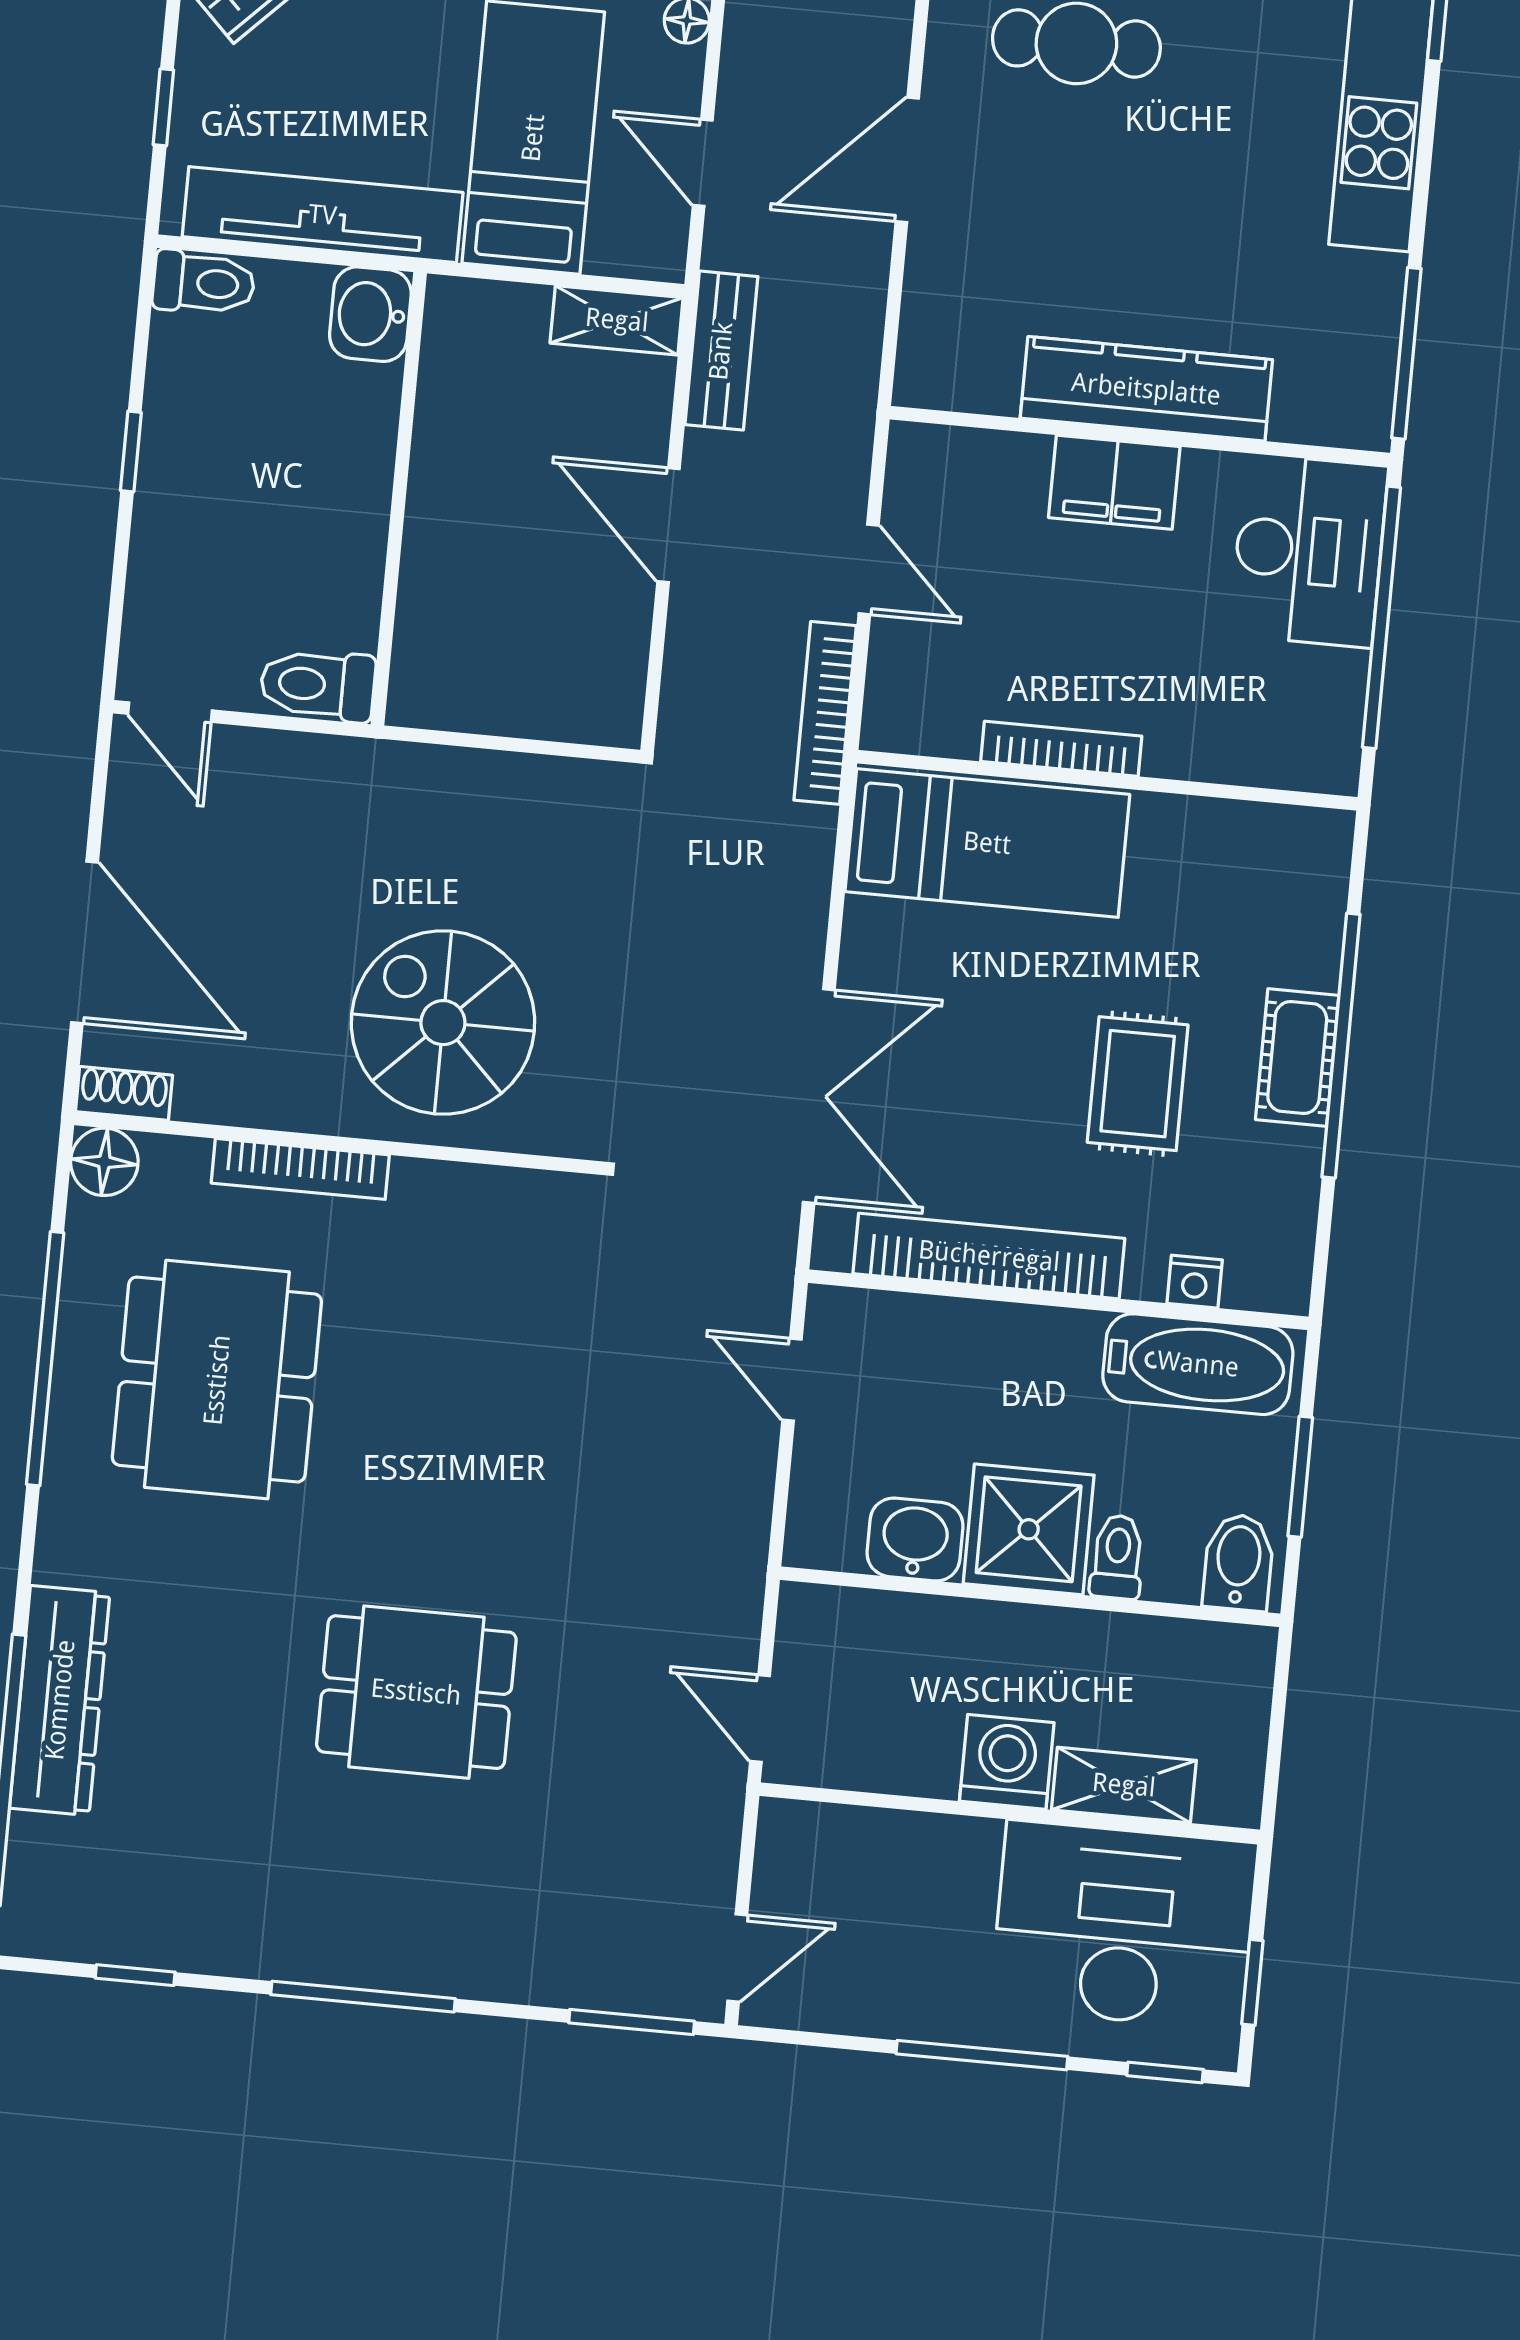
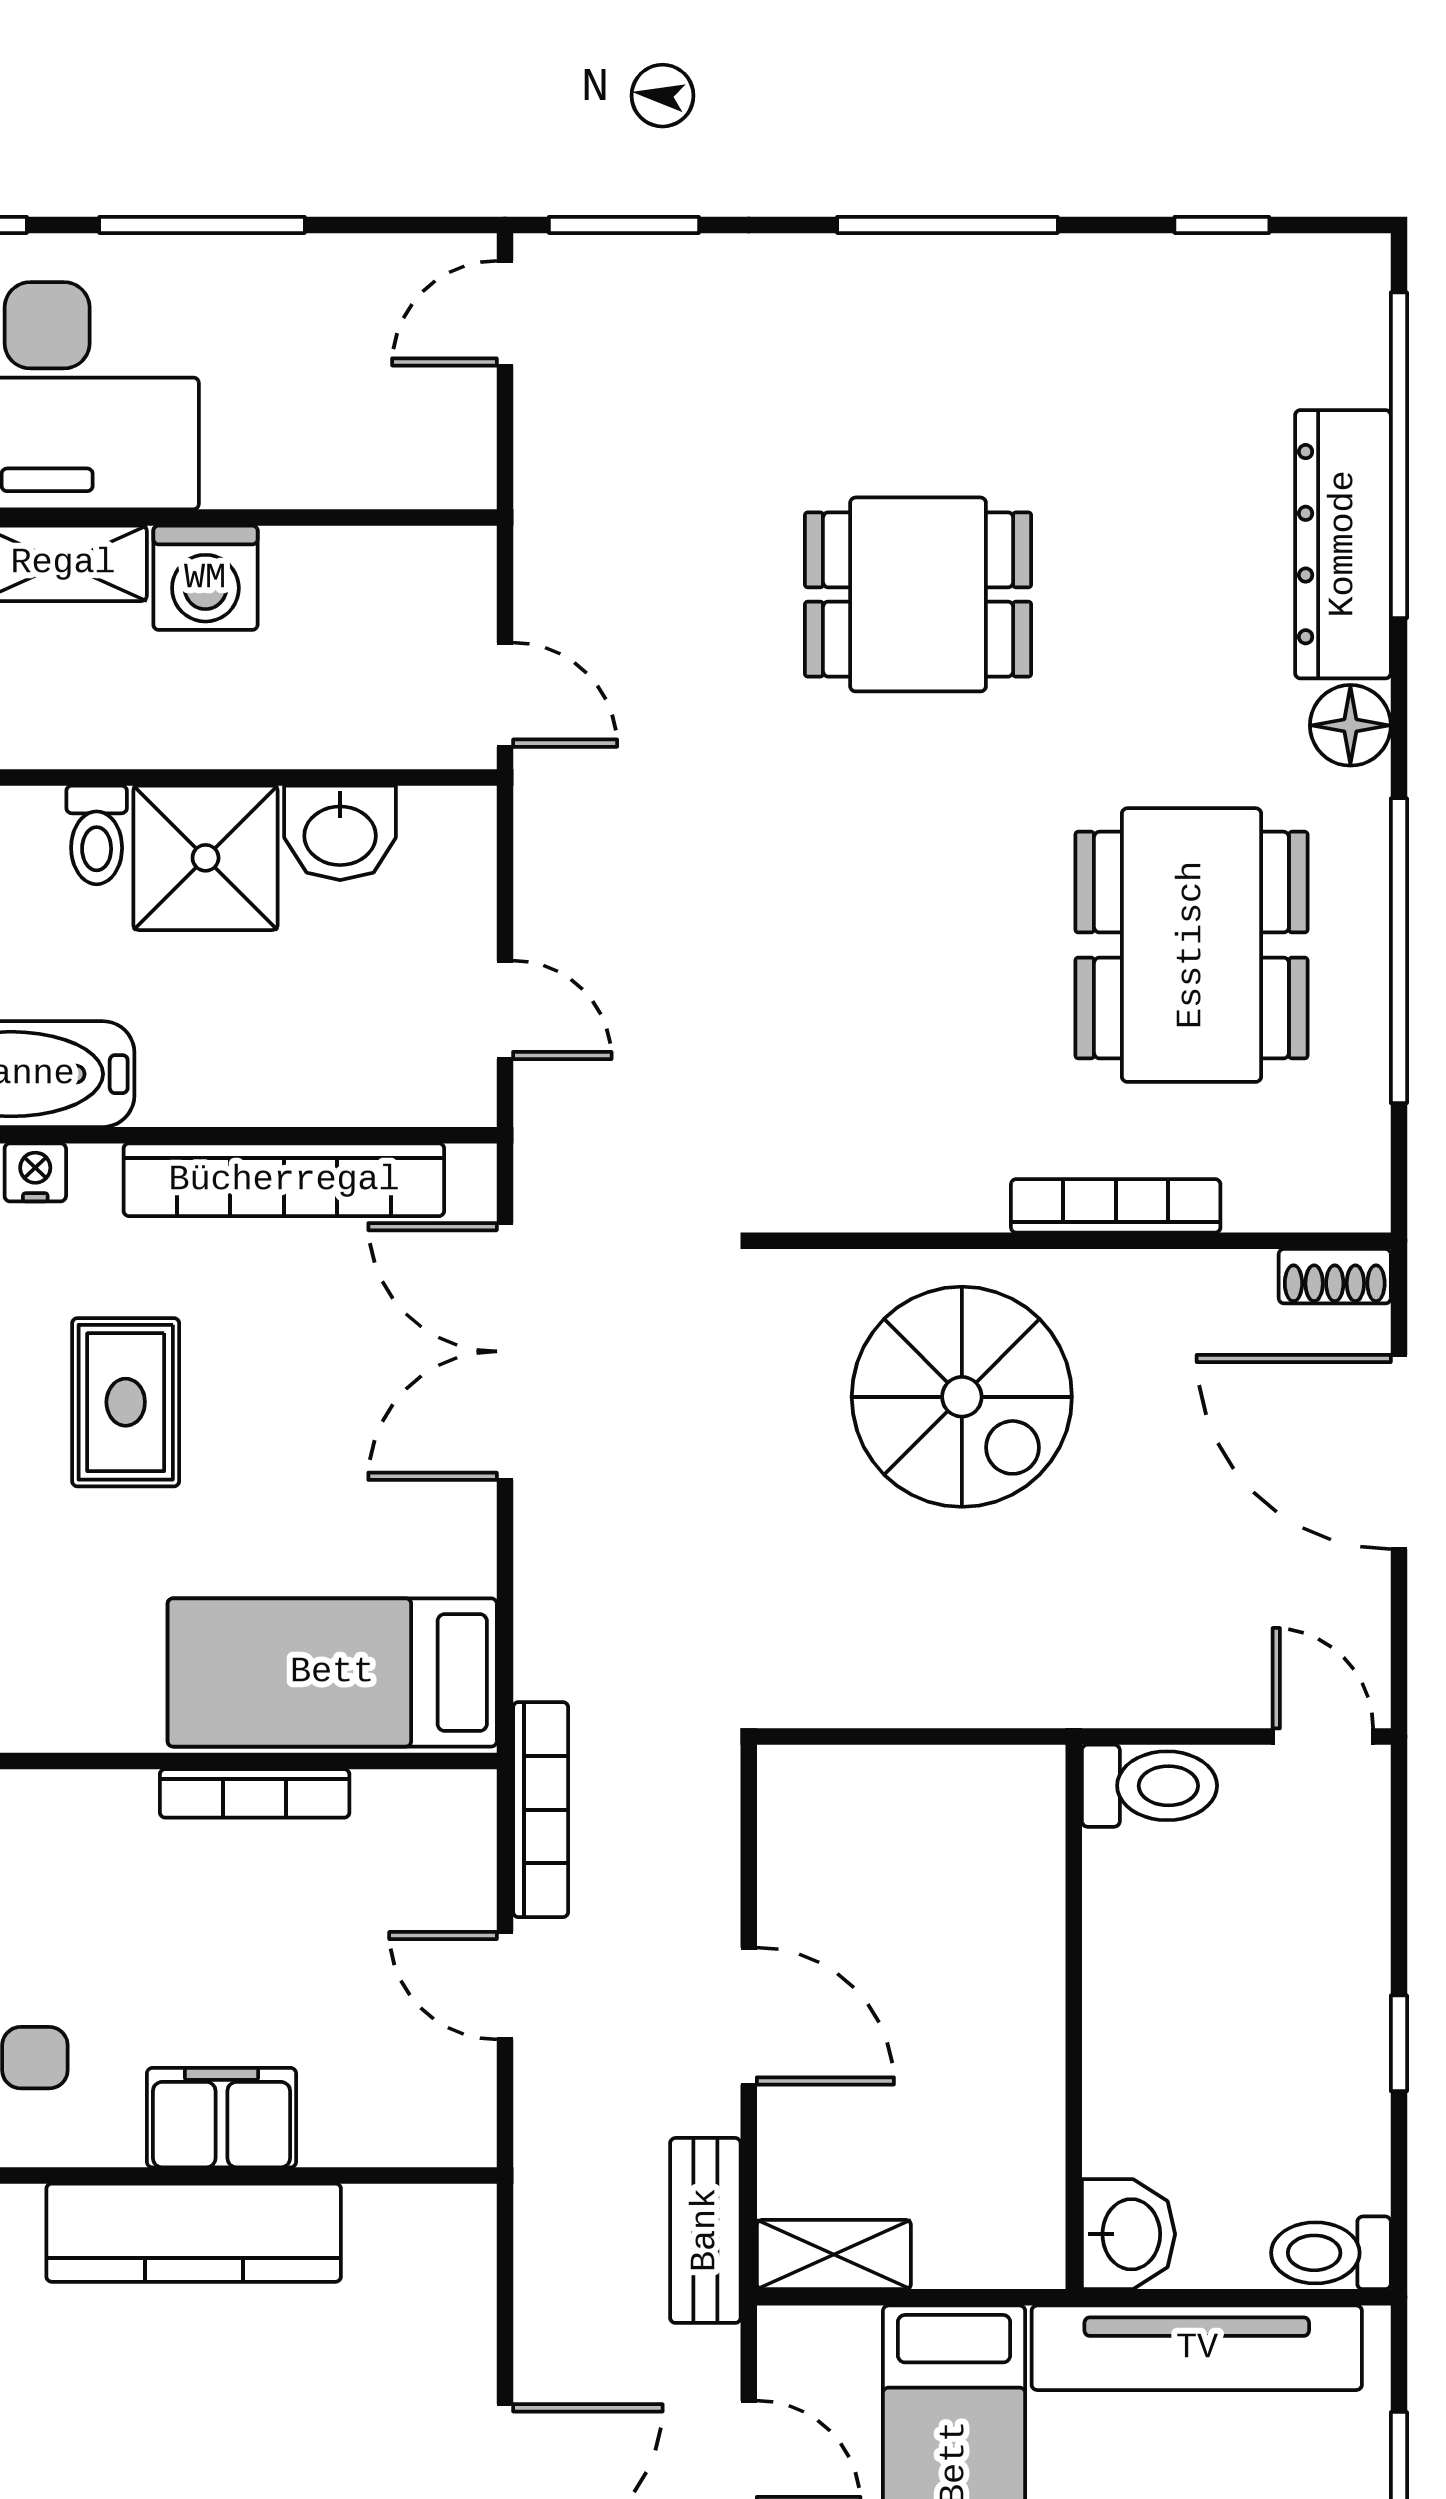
floor lamp: (104, 1162) -> (1350, 725), moved
door: (760, 1719) -> (505, 695), moved

